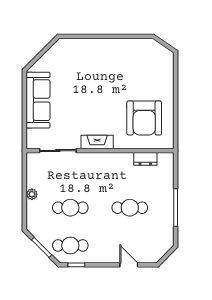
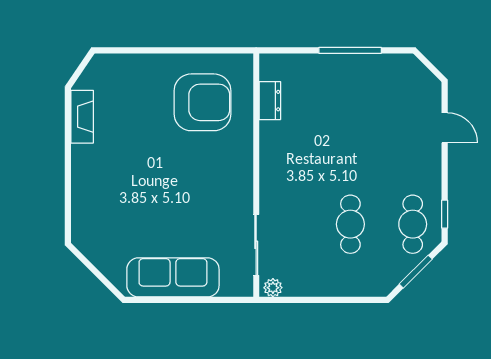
fireplace: (97, 142) -> (82, 117), moved, turned 180
plant: (32, 194) -> (273, 288), moved
cafe table: (130, 208) -> (350, 126), removed
door: (129, 265) -> (445, 128), swing flipped

